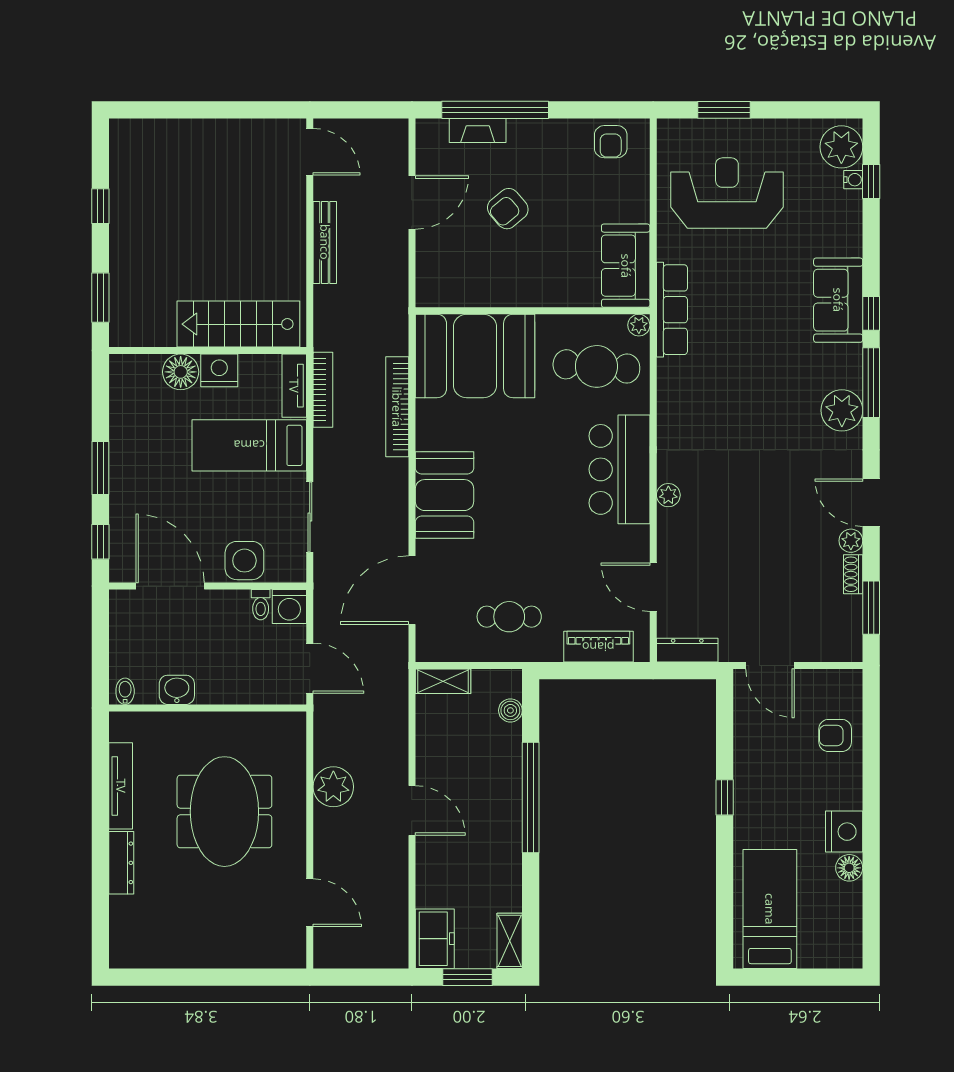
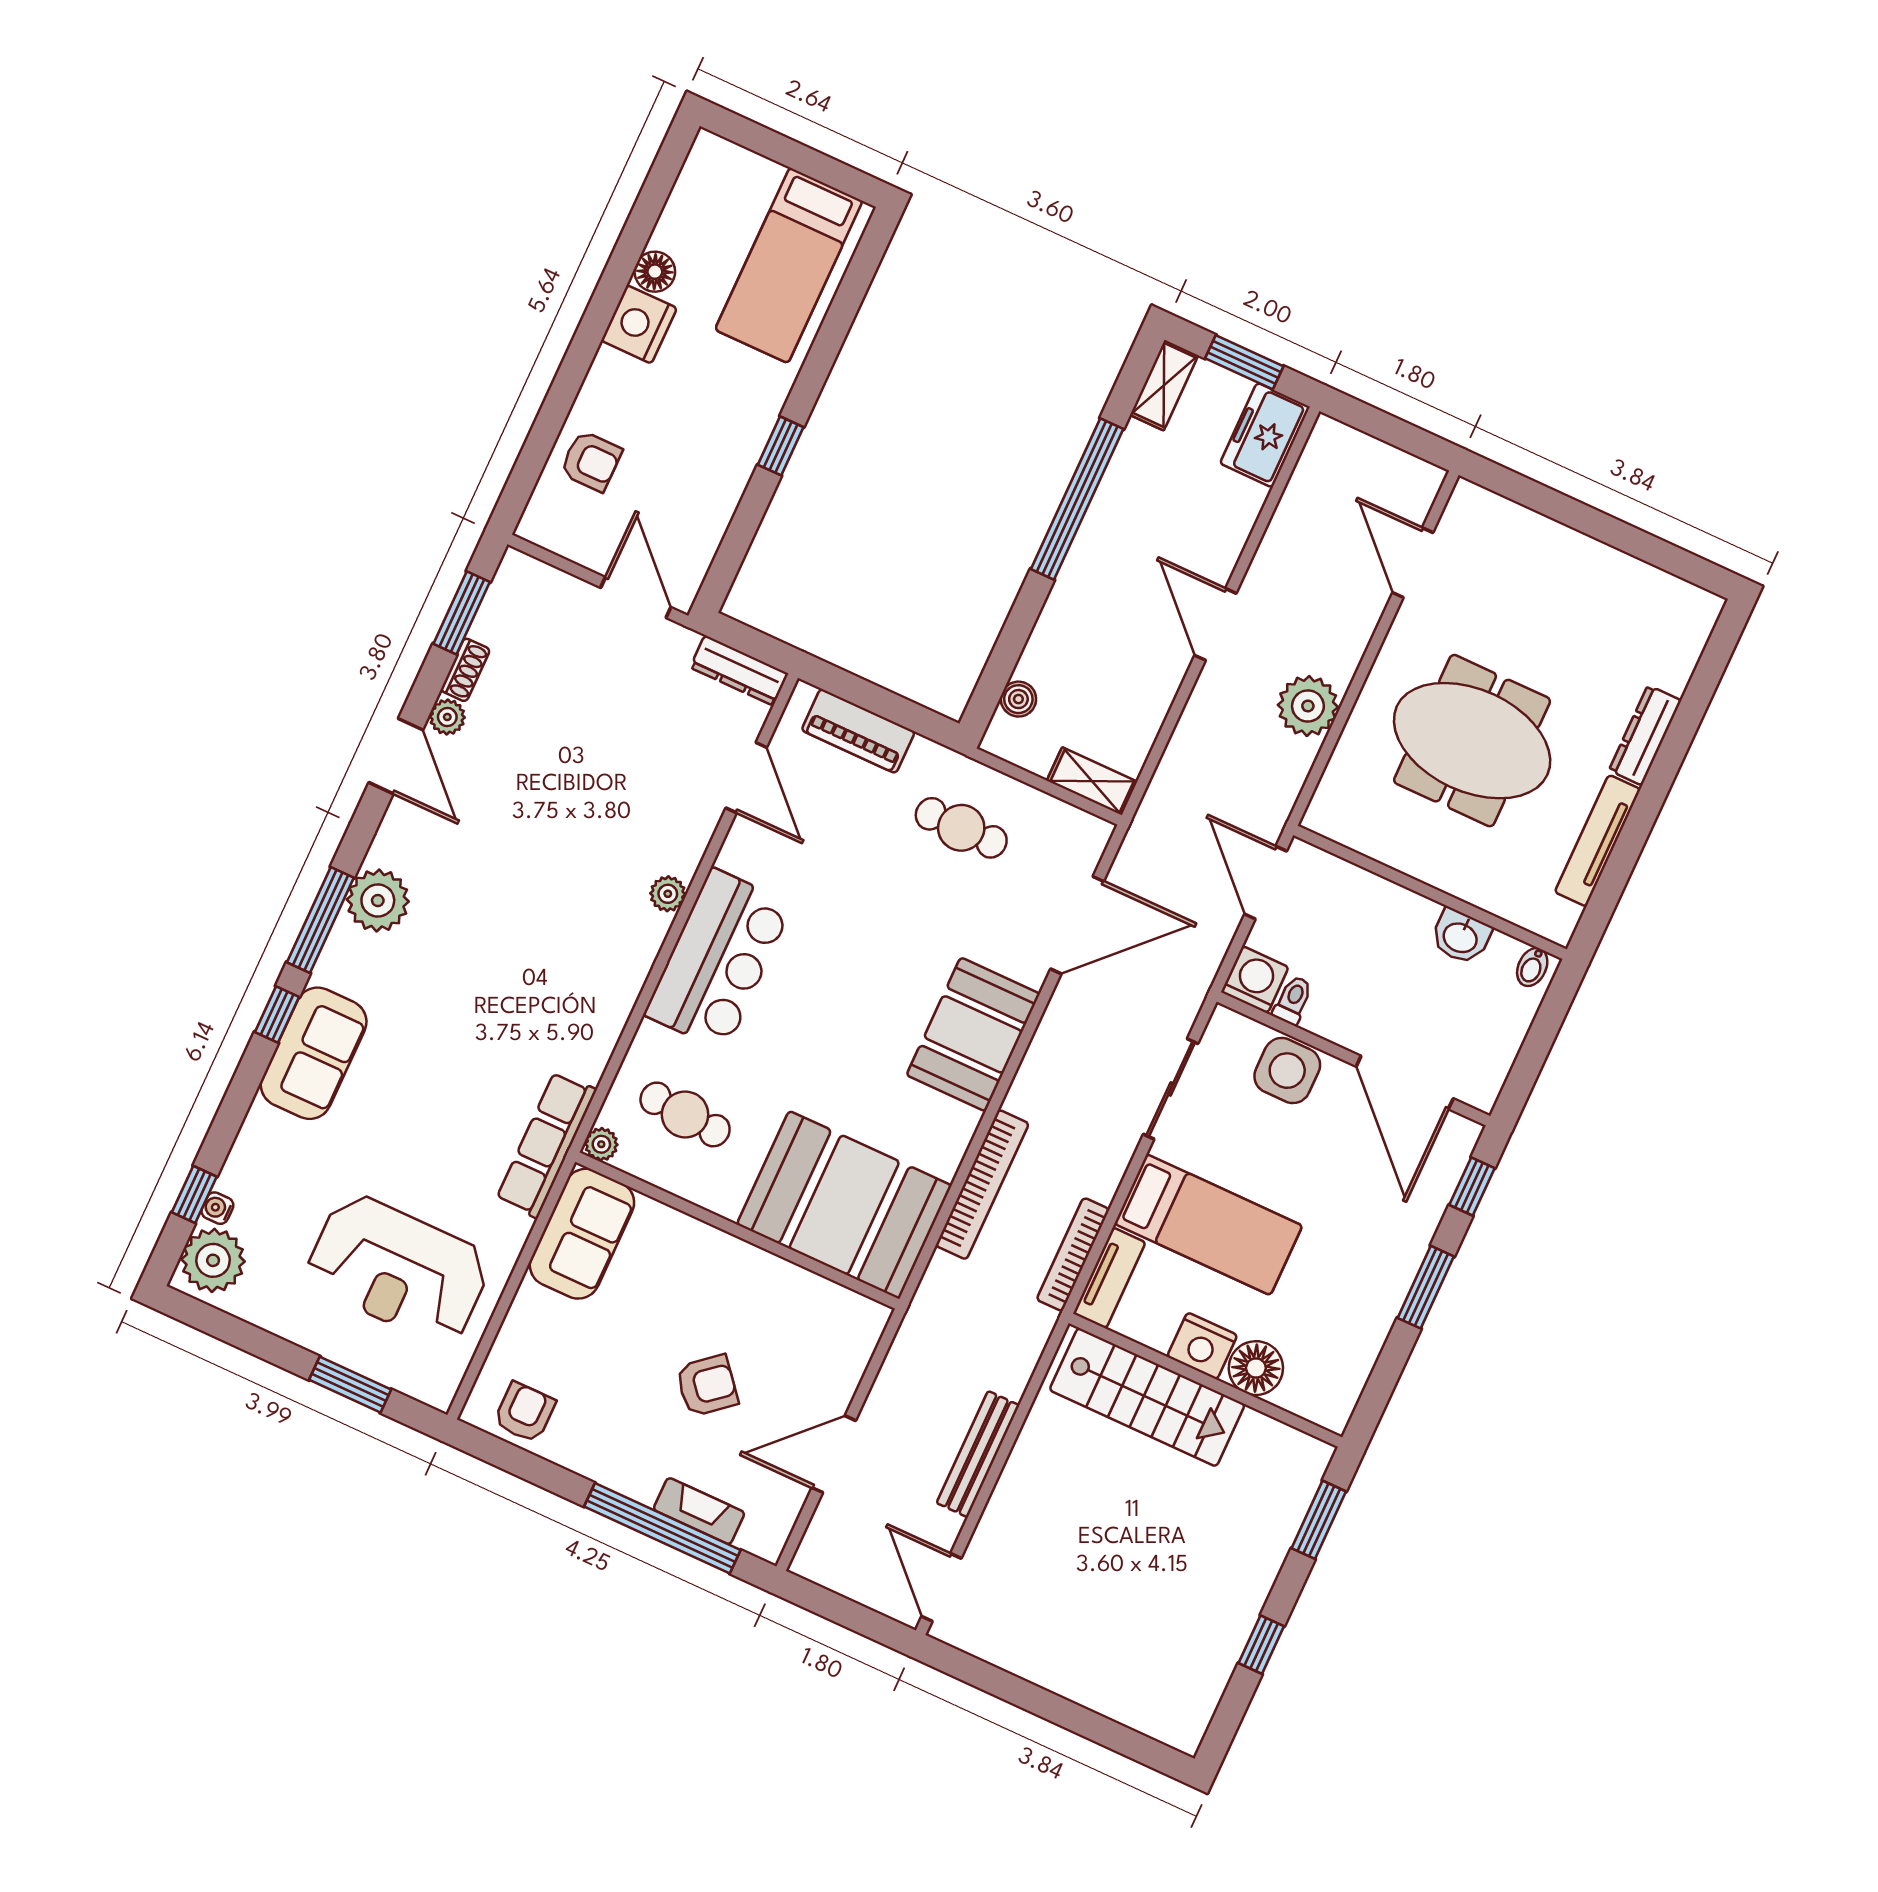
cafe table: (596, 366) -> (685, 1114), width x0.73, depth x0.74
window: (531, 797) -> (1077, 499), moved
meeting table: (224, 812) -> (1472, 741), turned 90

